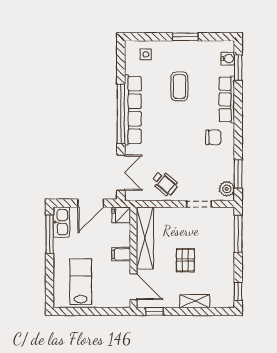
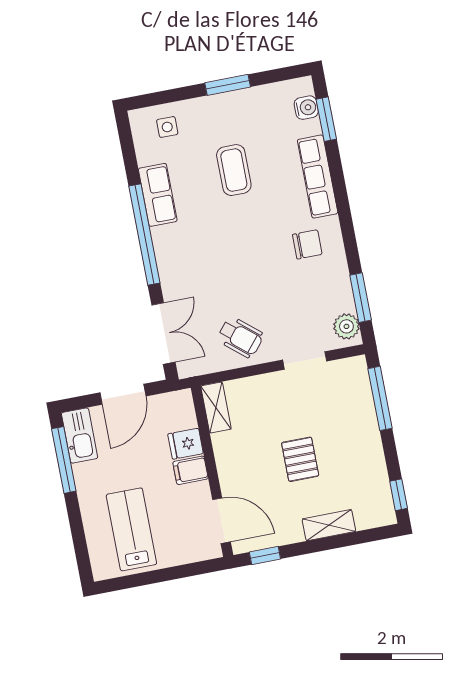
row of seats: (133, 110) -> (158, 195), width x0.50
fridge: (121, 215) -> (186, 444), moved
shelving: (145, 238) -> (216, 408), width x0.45, depth x0.75

